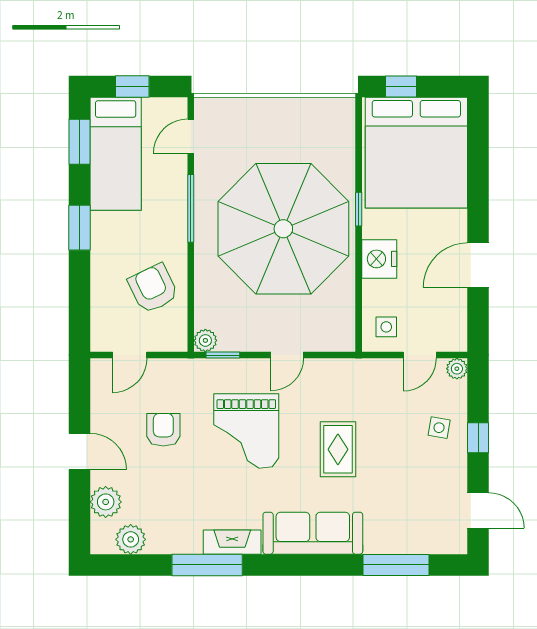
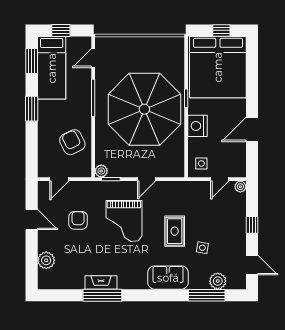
window: (401, 86) -> (221, 30), moved
side table: (439, 428) -> (202, 248), moved
door: (79, 451) -> (32, 220), moved
sofa: (313, 533) -> (168, 278), width x0.73
plant: (131, 539) -> (218, 281), moved
fireplace: (232, 542) -> (101, 283), moved

